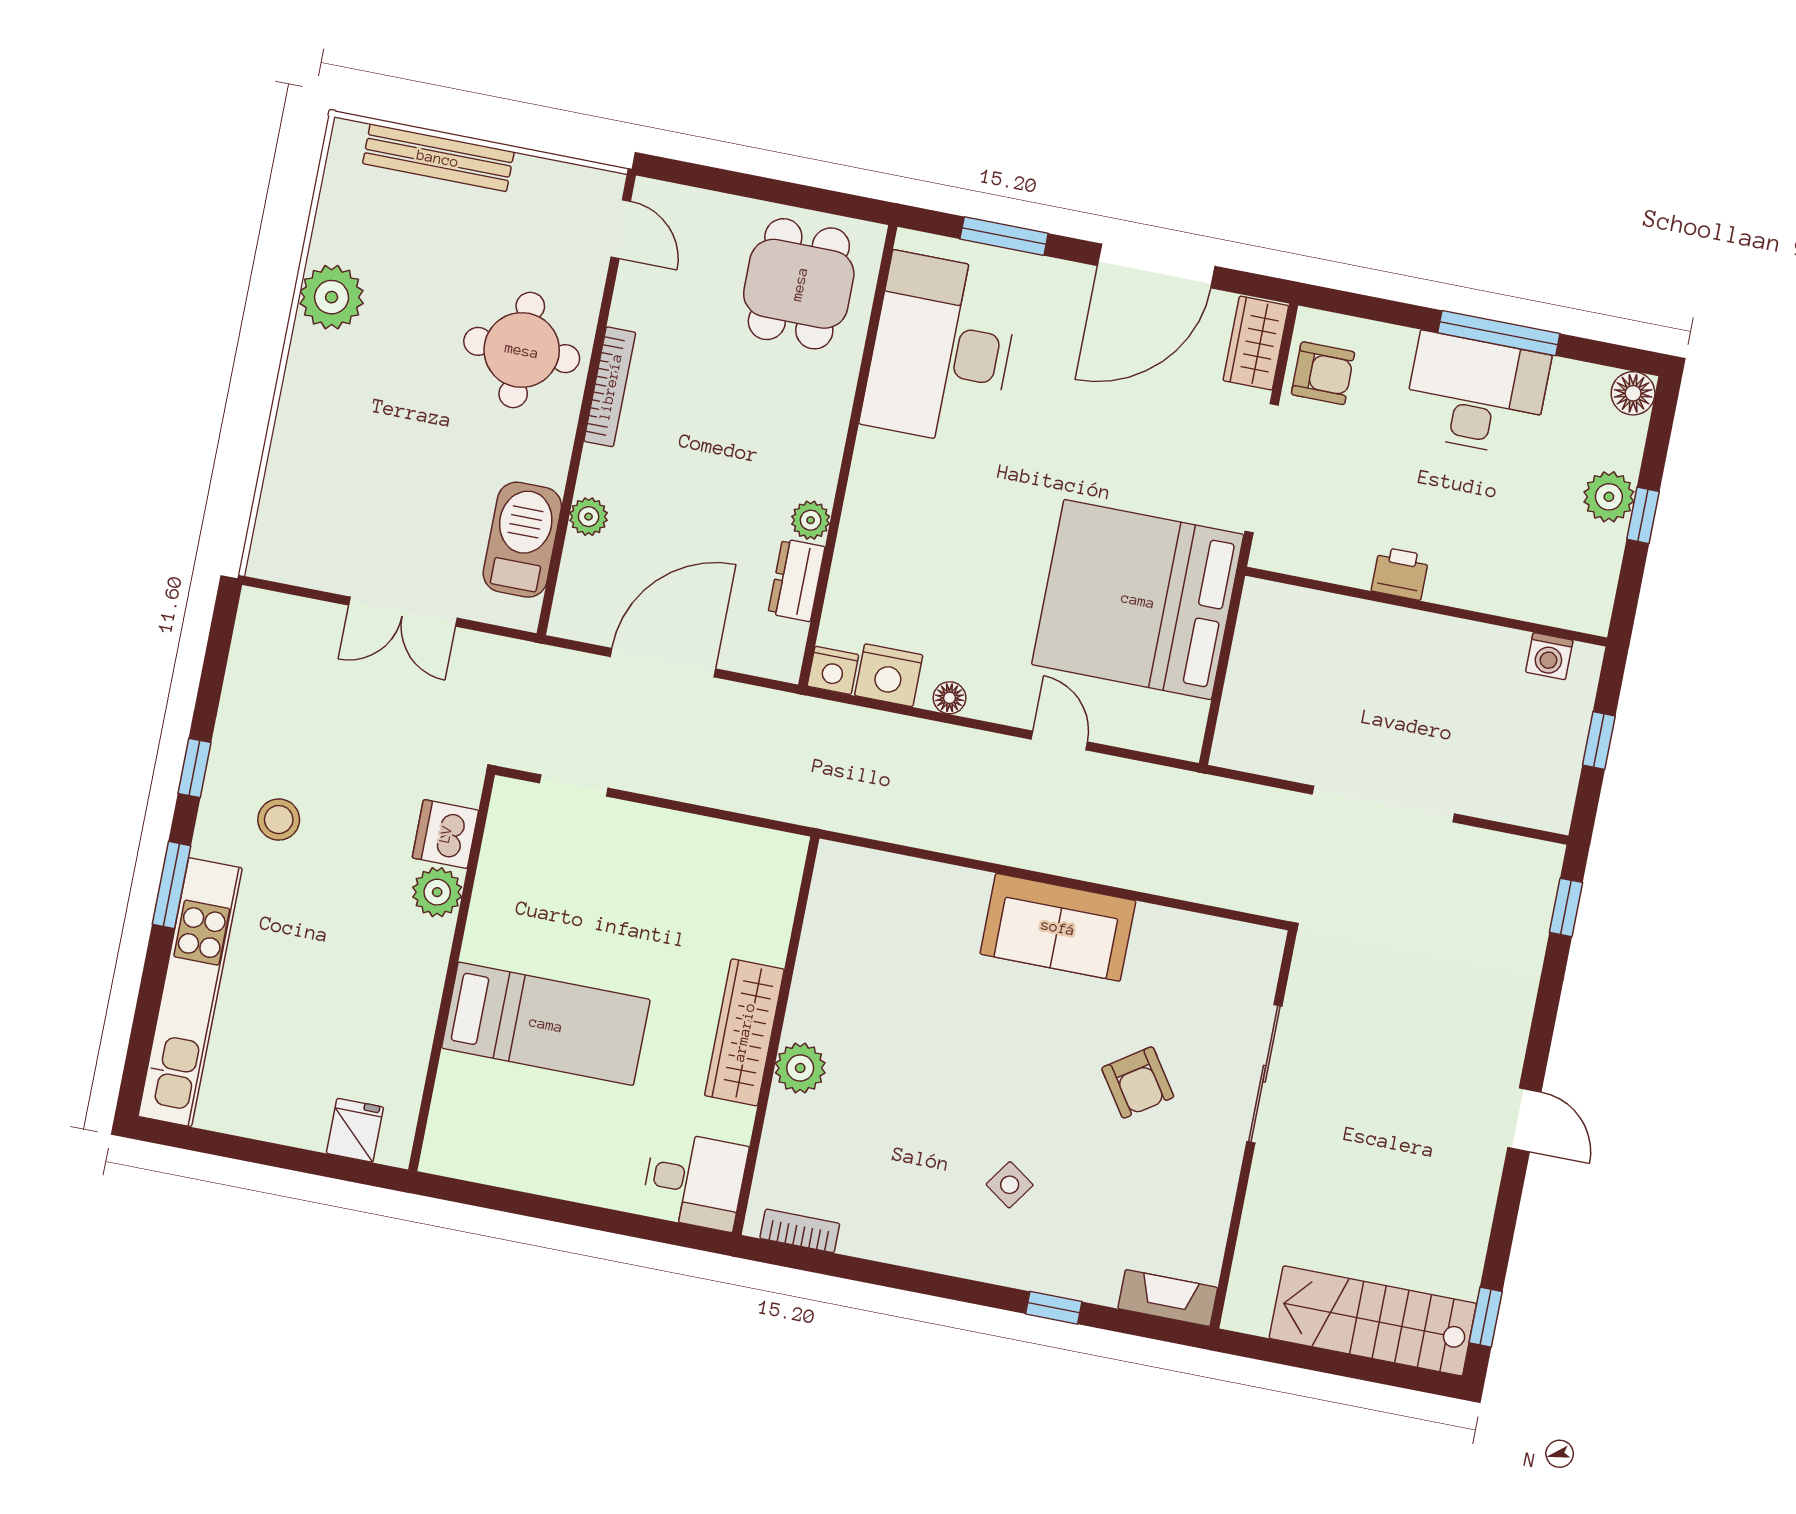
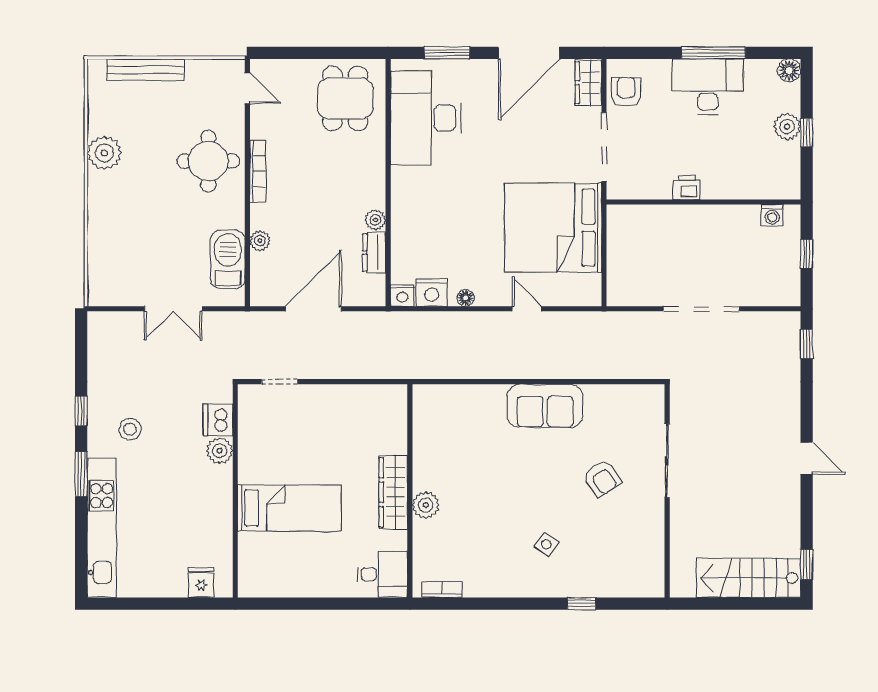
armchair: (1323, 373) -> (626, 92), turned -90
fireplace: (1168, 1298) -> (640, 587), removed

